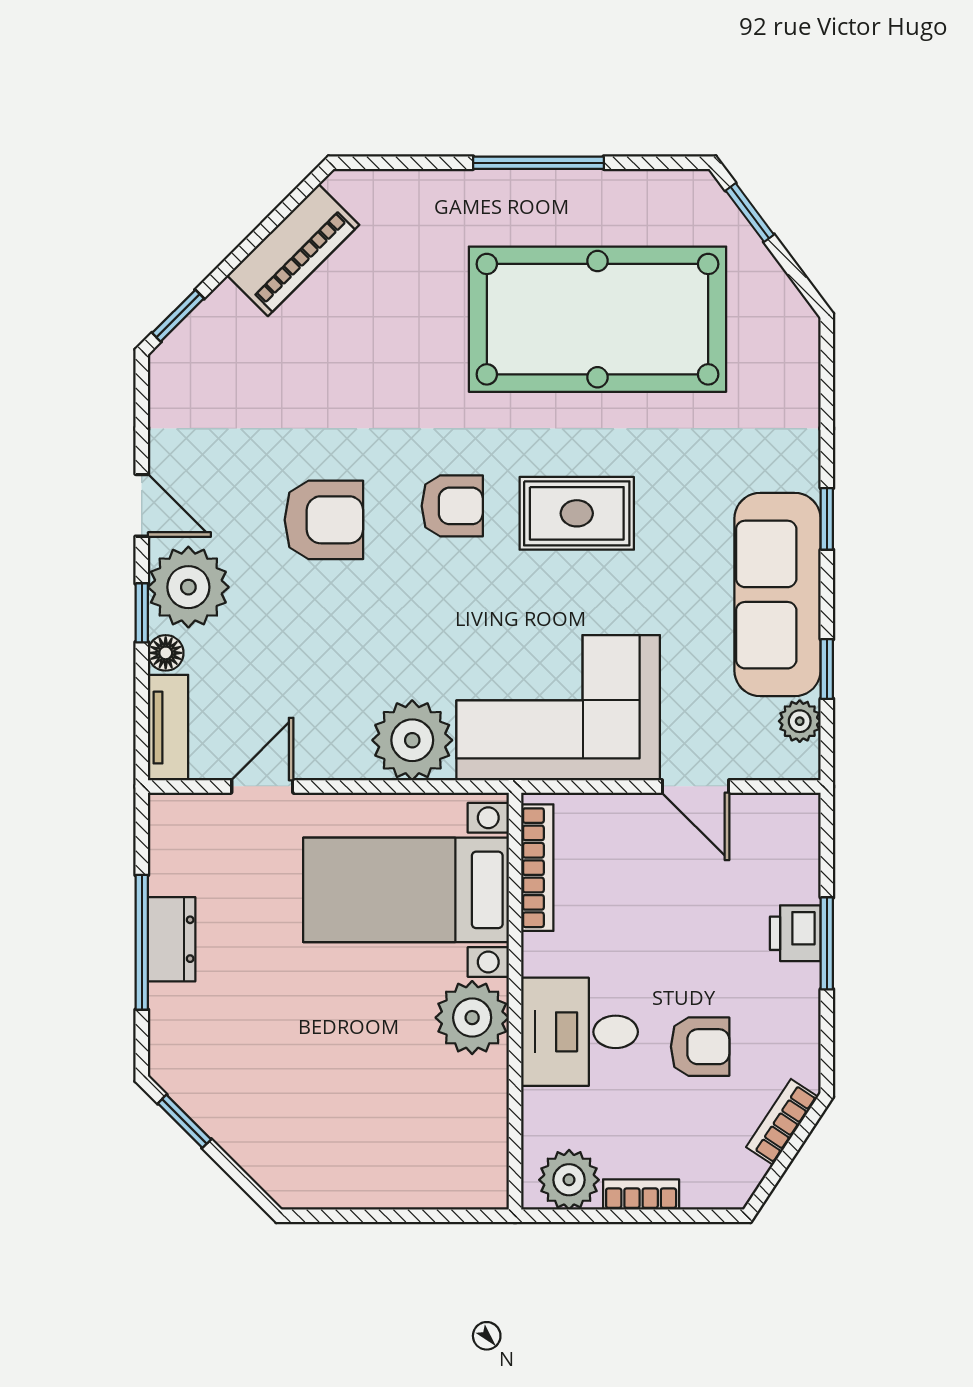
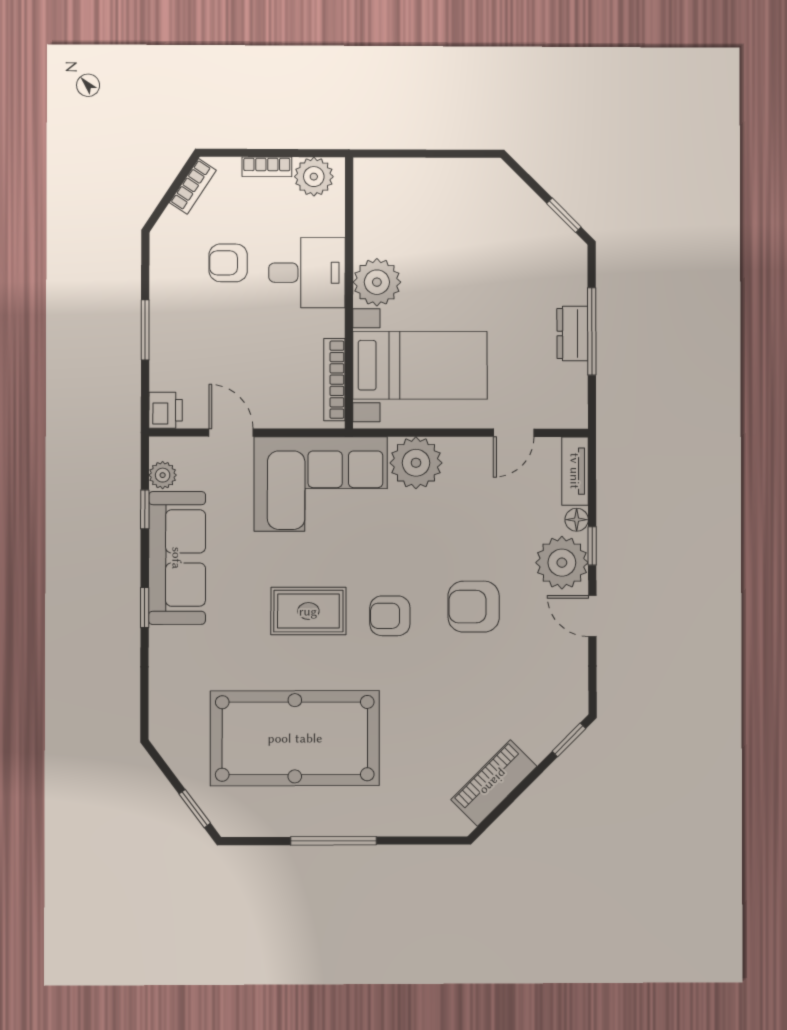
printer: (795, 933) -> (166, 410), moved
bookcase: (782, 1122) -> (193, 186), moved

